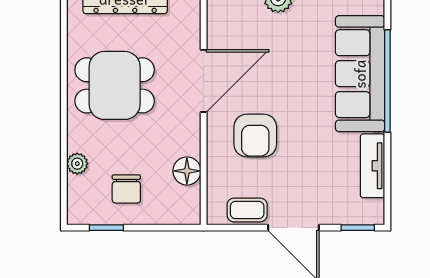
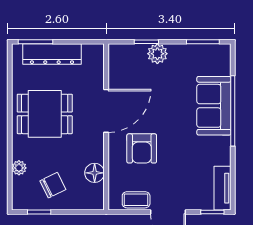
sofa: (360, 74) -> (214, 106), width x0.73
tv unit: (373, 166) -> (223, 188), moved
chair: (126, 189) -> (53, 185), turned -116

